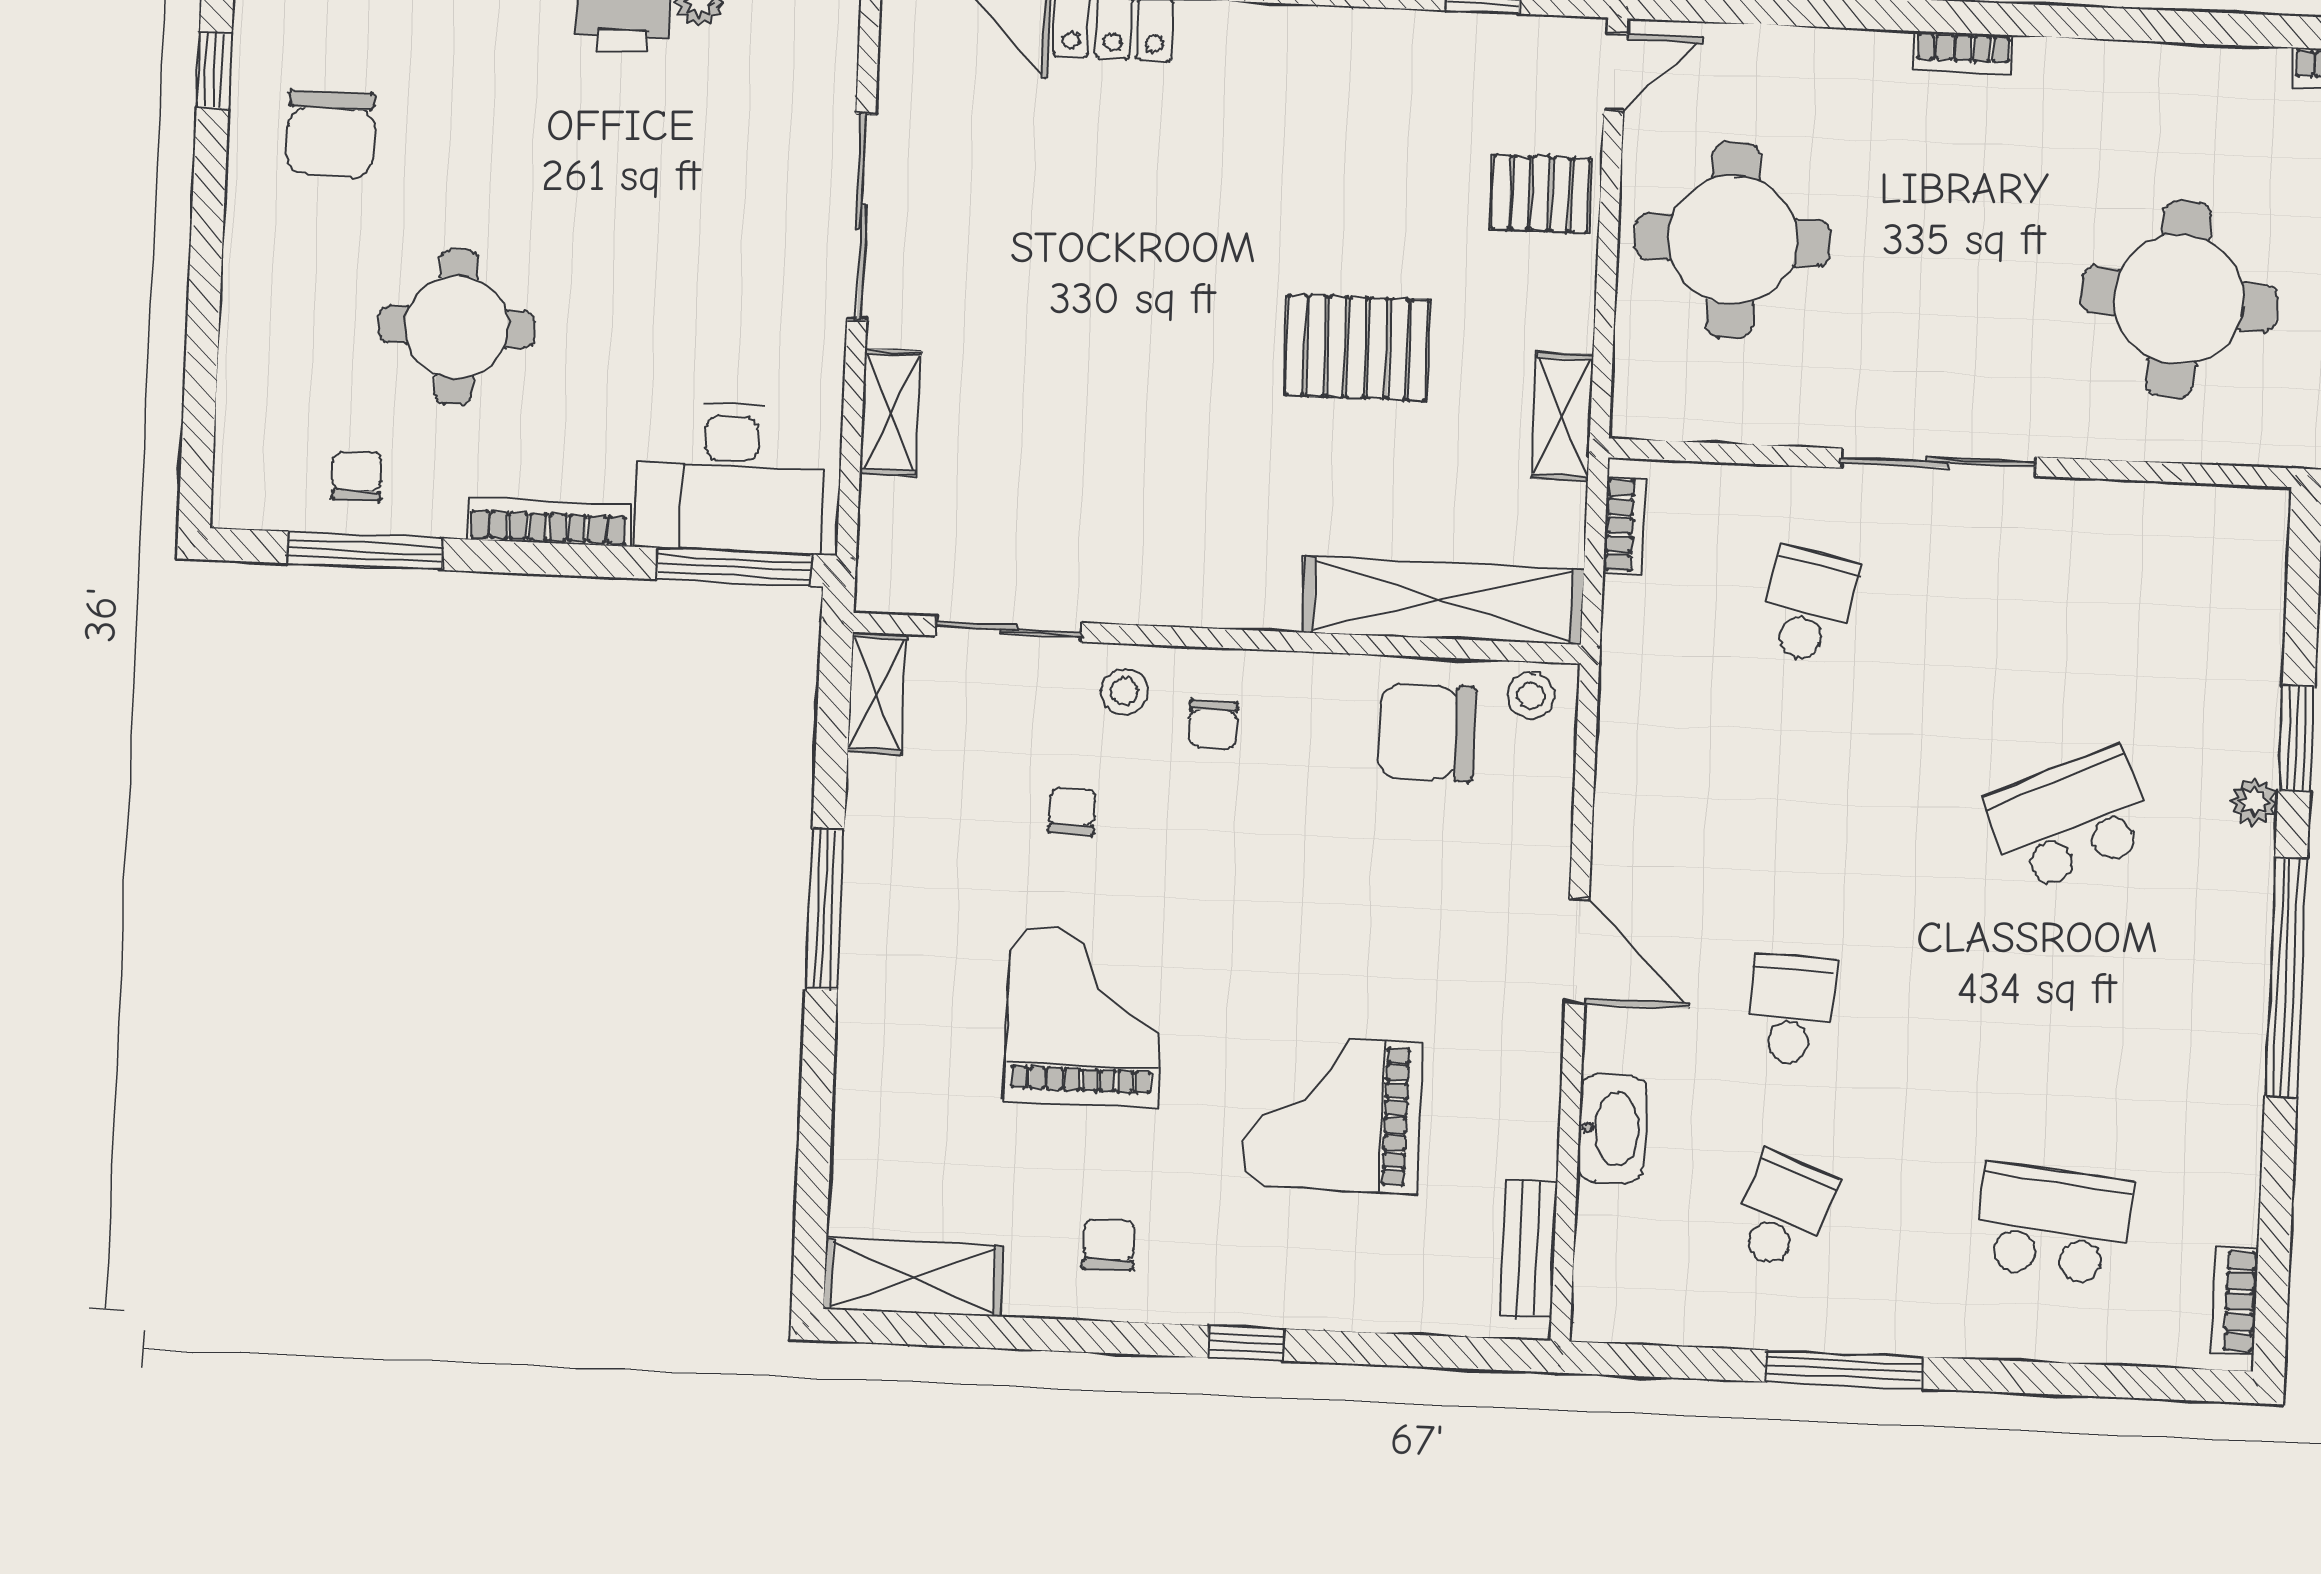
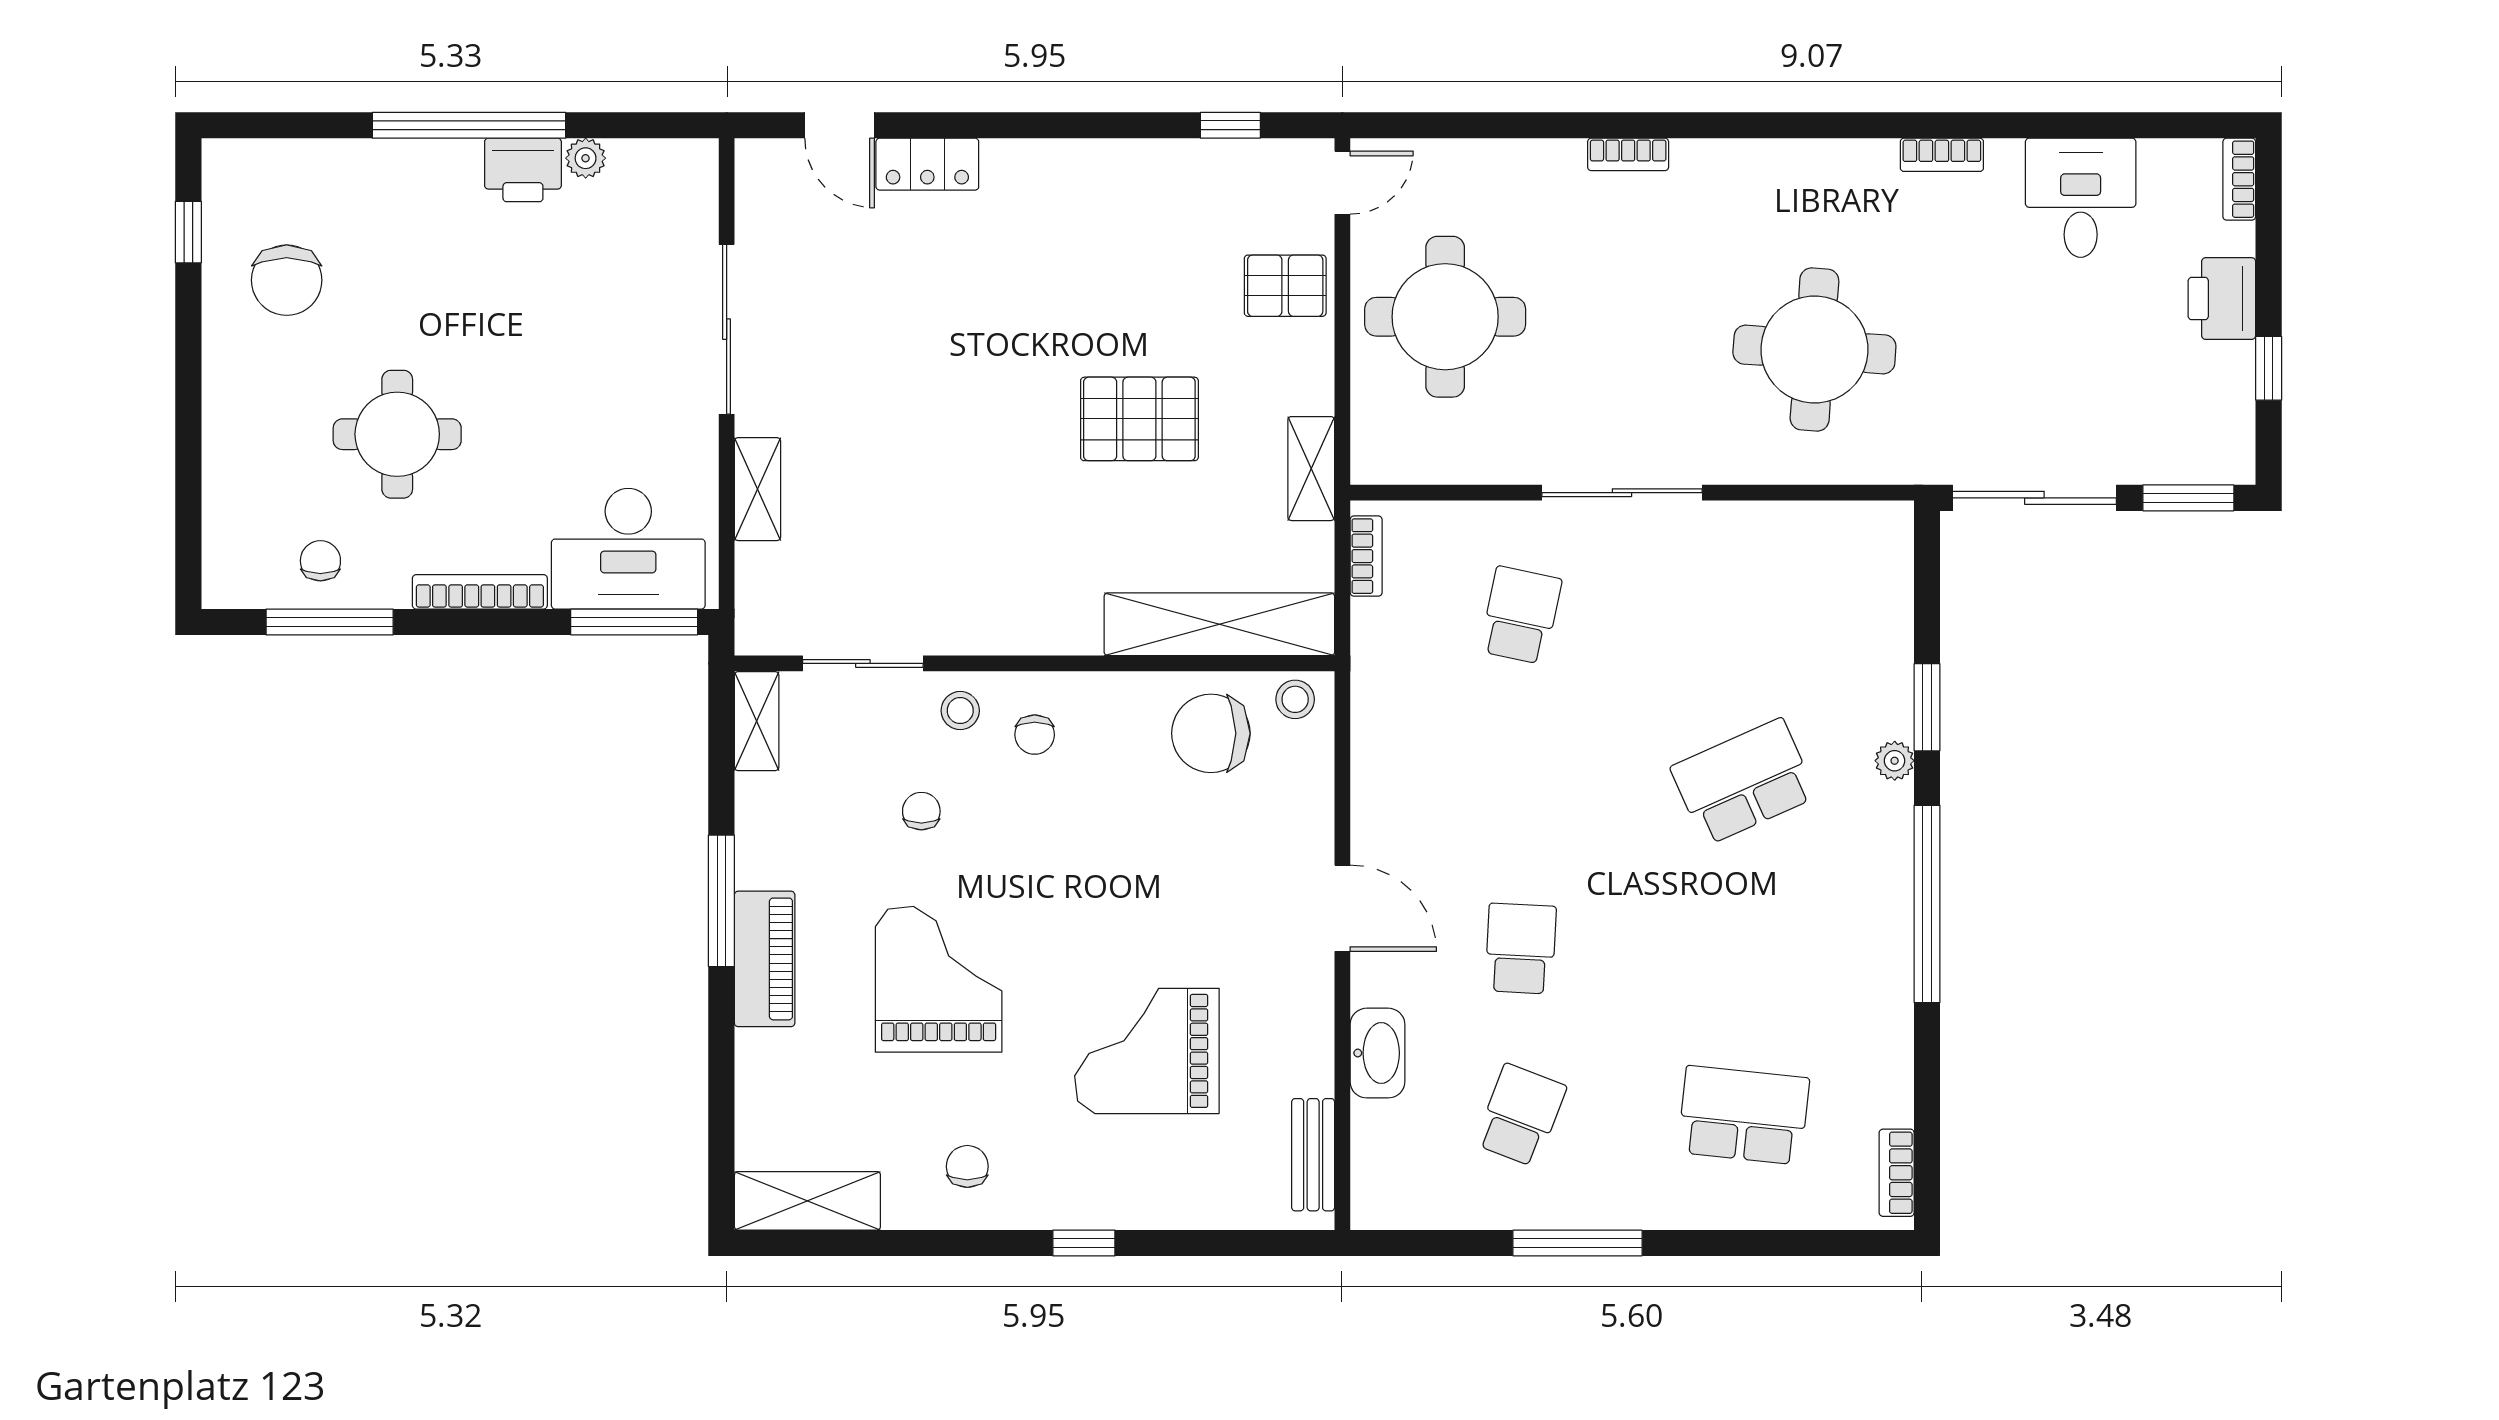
piano: (874, 982) -> (765, 959), added

